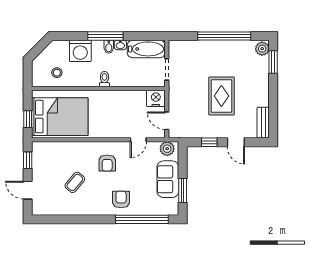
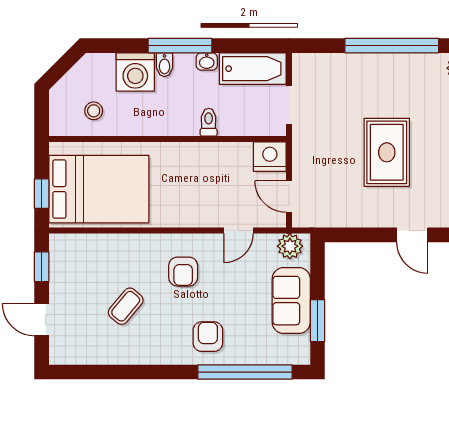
bidet: (109, 47) -> (164, 65), moved
toilet: (104, 79) -> (209, 122), moved
window: (209, 142) -> (365, 235), removed

